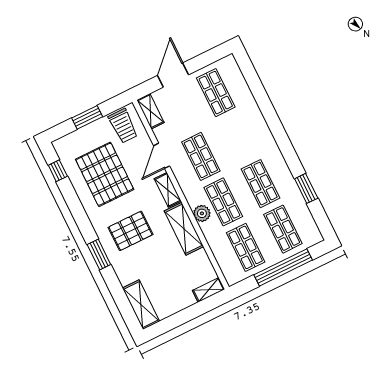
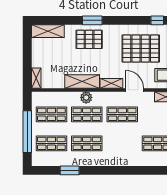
pallet: (130, 231) -> (89, 39), moved, turned 90

